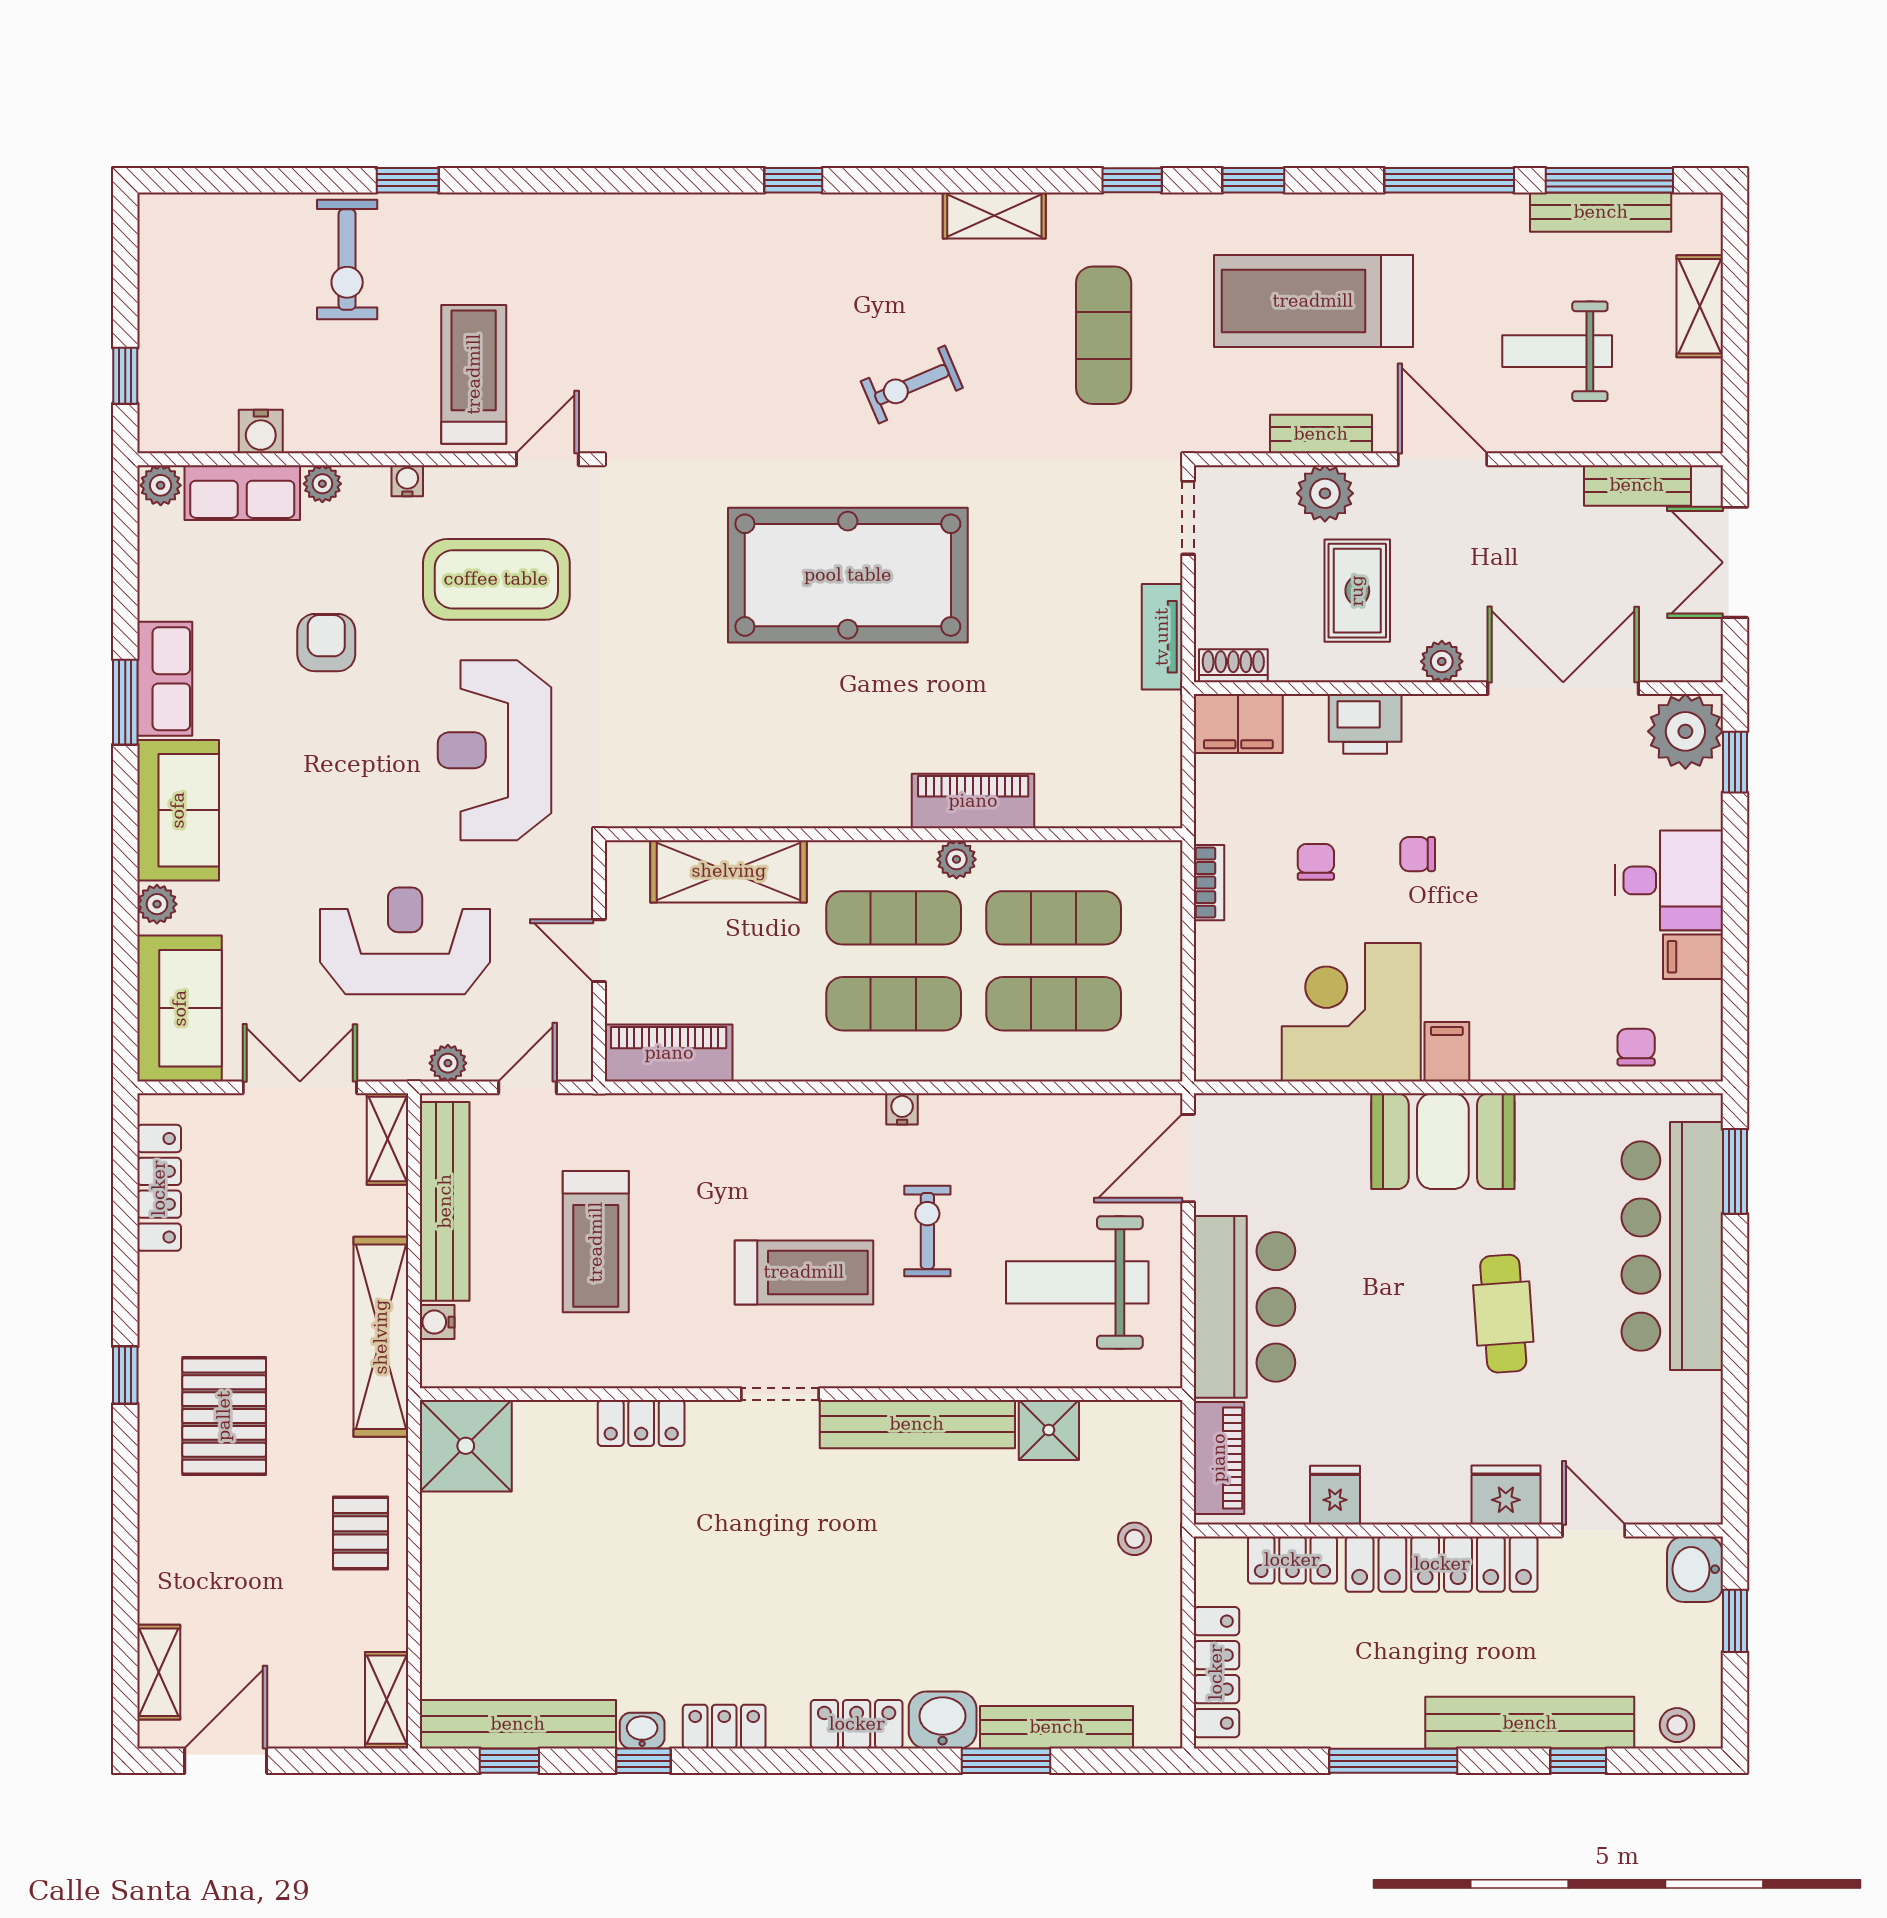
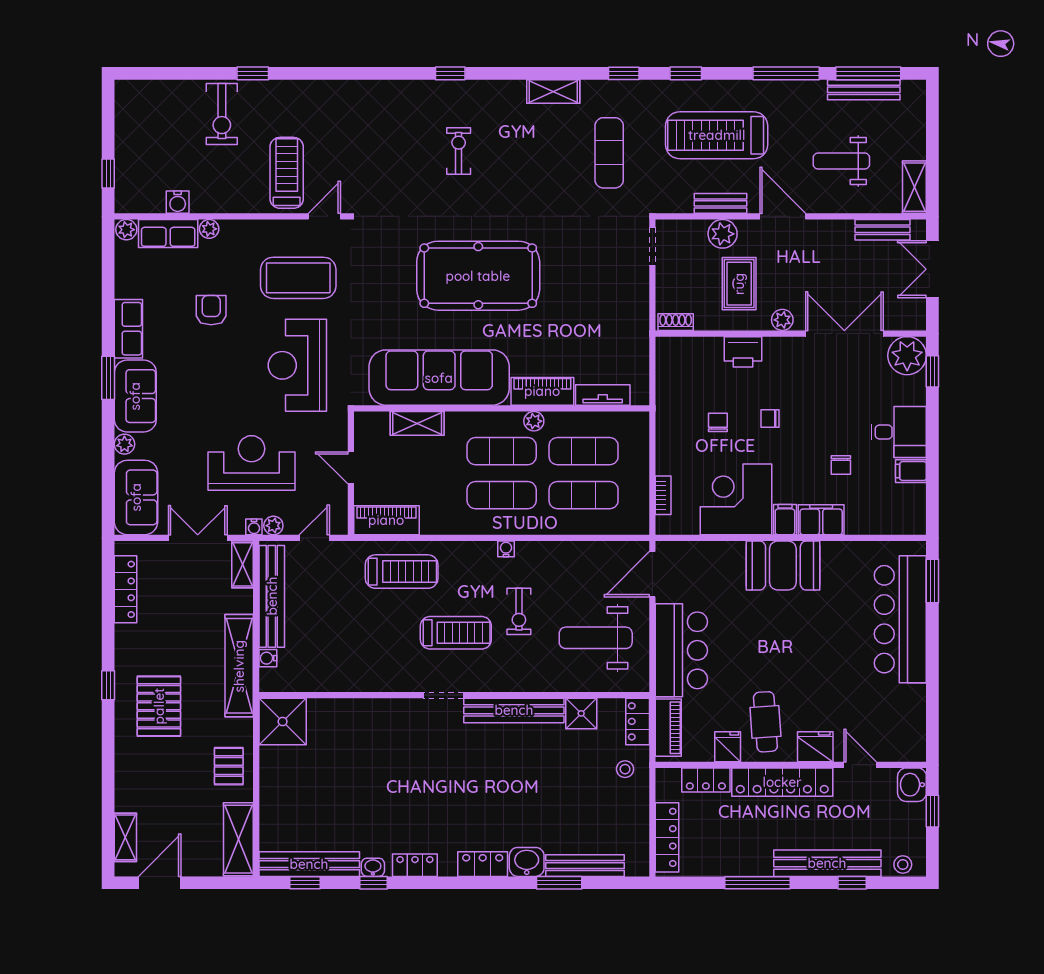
shelving: (1700, 306) -> (914, 187), moved
exercise bike: (912, 385) -> (459, 151), moved, turned 113
water cooler: (407, 481) -> (254, 527), moved, turned 180
tv unit: (1162, 637) -> (603, 395), moved, turned 90
window: (125, 702) -> (108, 378), moved
filing cabinet: (1238, 724) -> (821, 520), moved, turned 180
sofa: (772, 774) -> (439, 378), added
shelving: (729, 871) -> (417, 423), width x0.67, depth x0.75
bookcase: (1209, 883) -> (663, 495), moved
chair: (1636, 1047) -> (841, 465), moved, turned 180
exercise bike: (927, 1231) -> (519, 611), turned 180
treadmill: (596, 1242) -> (402, 572), moved, turned -90
cafe table: (1503, 1314) -> (765, 722), moved
locker: (641, 1423) -> (638, 721), moved, turned 90
shelving: (387, 1700) -> (238, 839), width x1.50, depth x1.33

